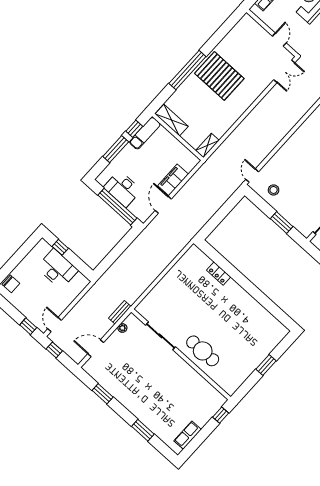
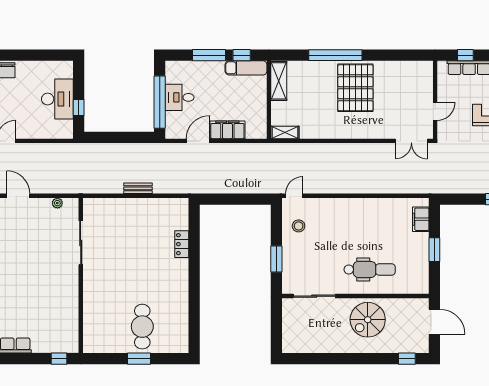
desk: (123, 189) -> (180, 97), width x0.73
window: (60, 247) -> (79, 107), moved
bench: (120, 312) -> (138, 188), moved
cafe table: (203, 351) -> (142, 327), moved

